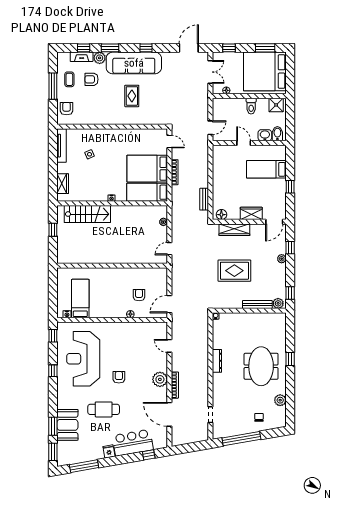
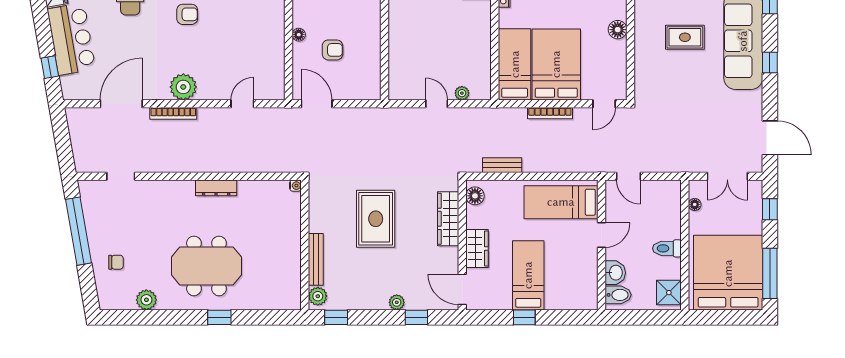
window: (265, 48) -> (770, 273), width x1.44
floor lamp: (128, 134) -> (618, 30), added
bed: (225, 166) -> (561, 202), added
bed: (266, 169) -> (528, 275), moved
door: (169, 249) -> (437, 104), moved

